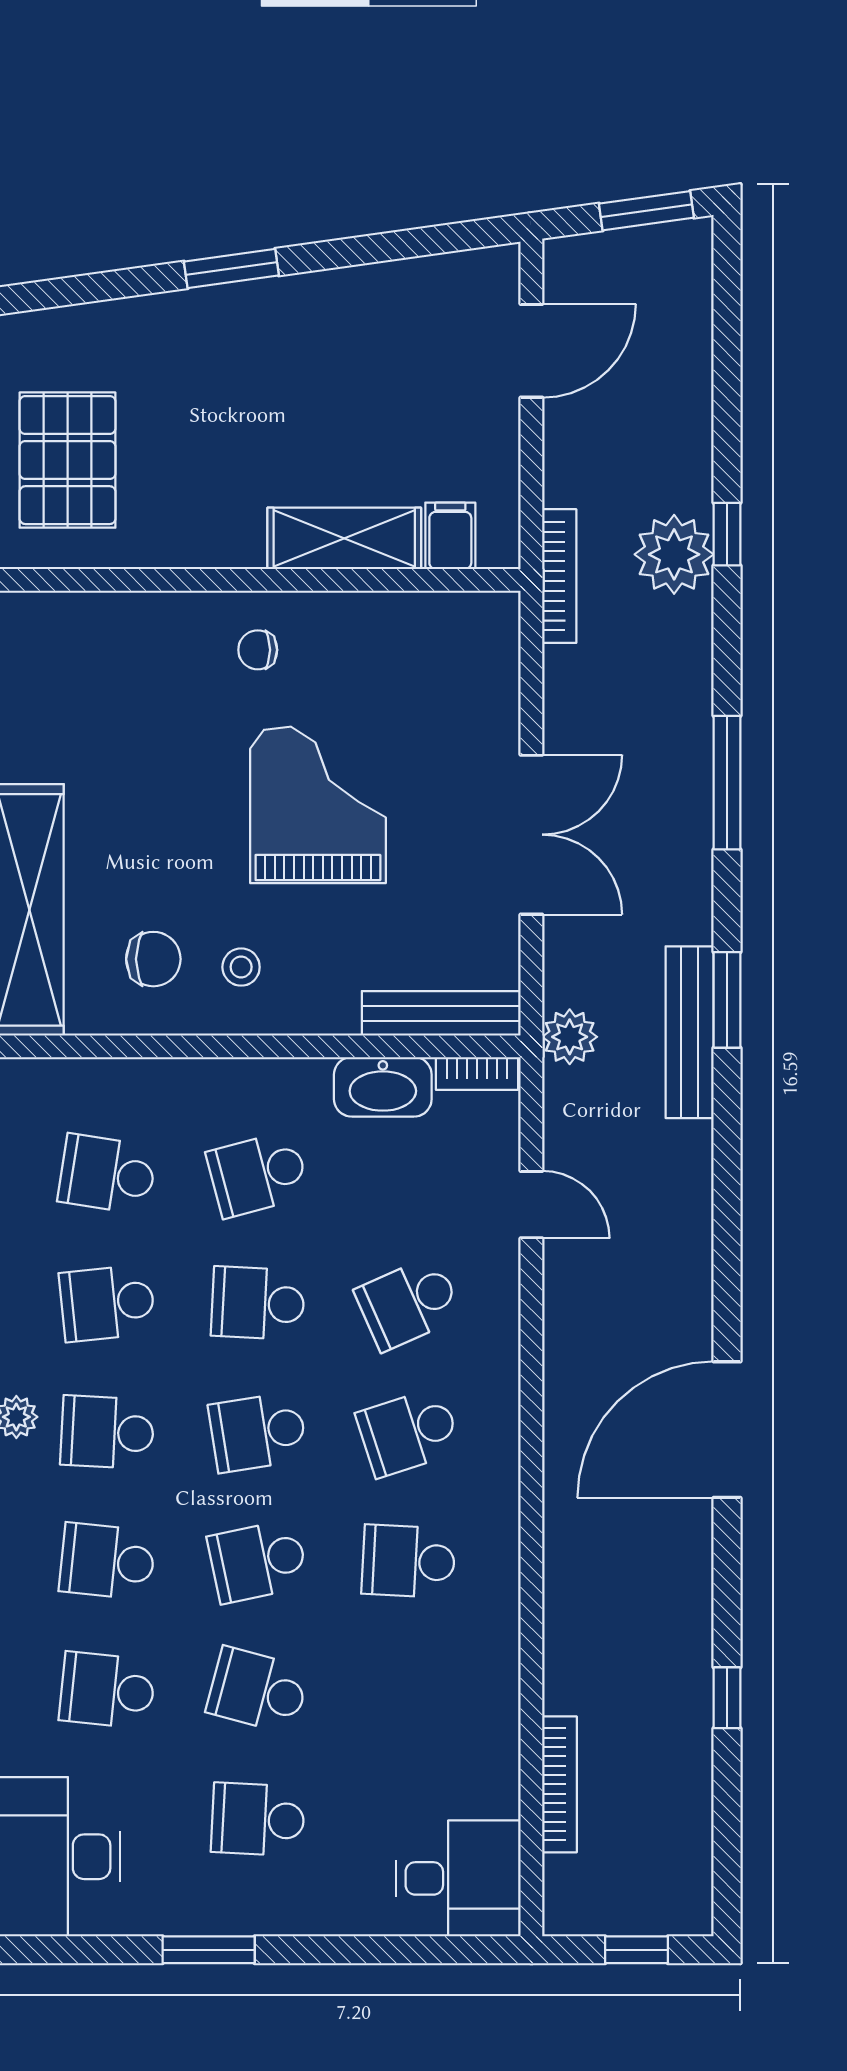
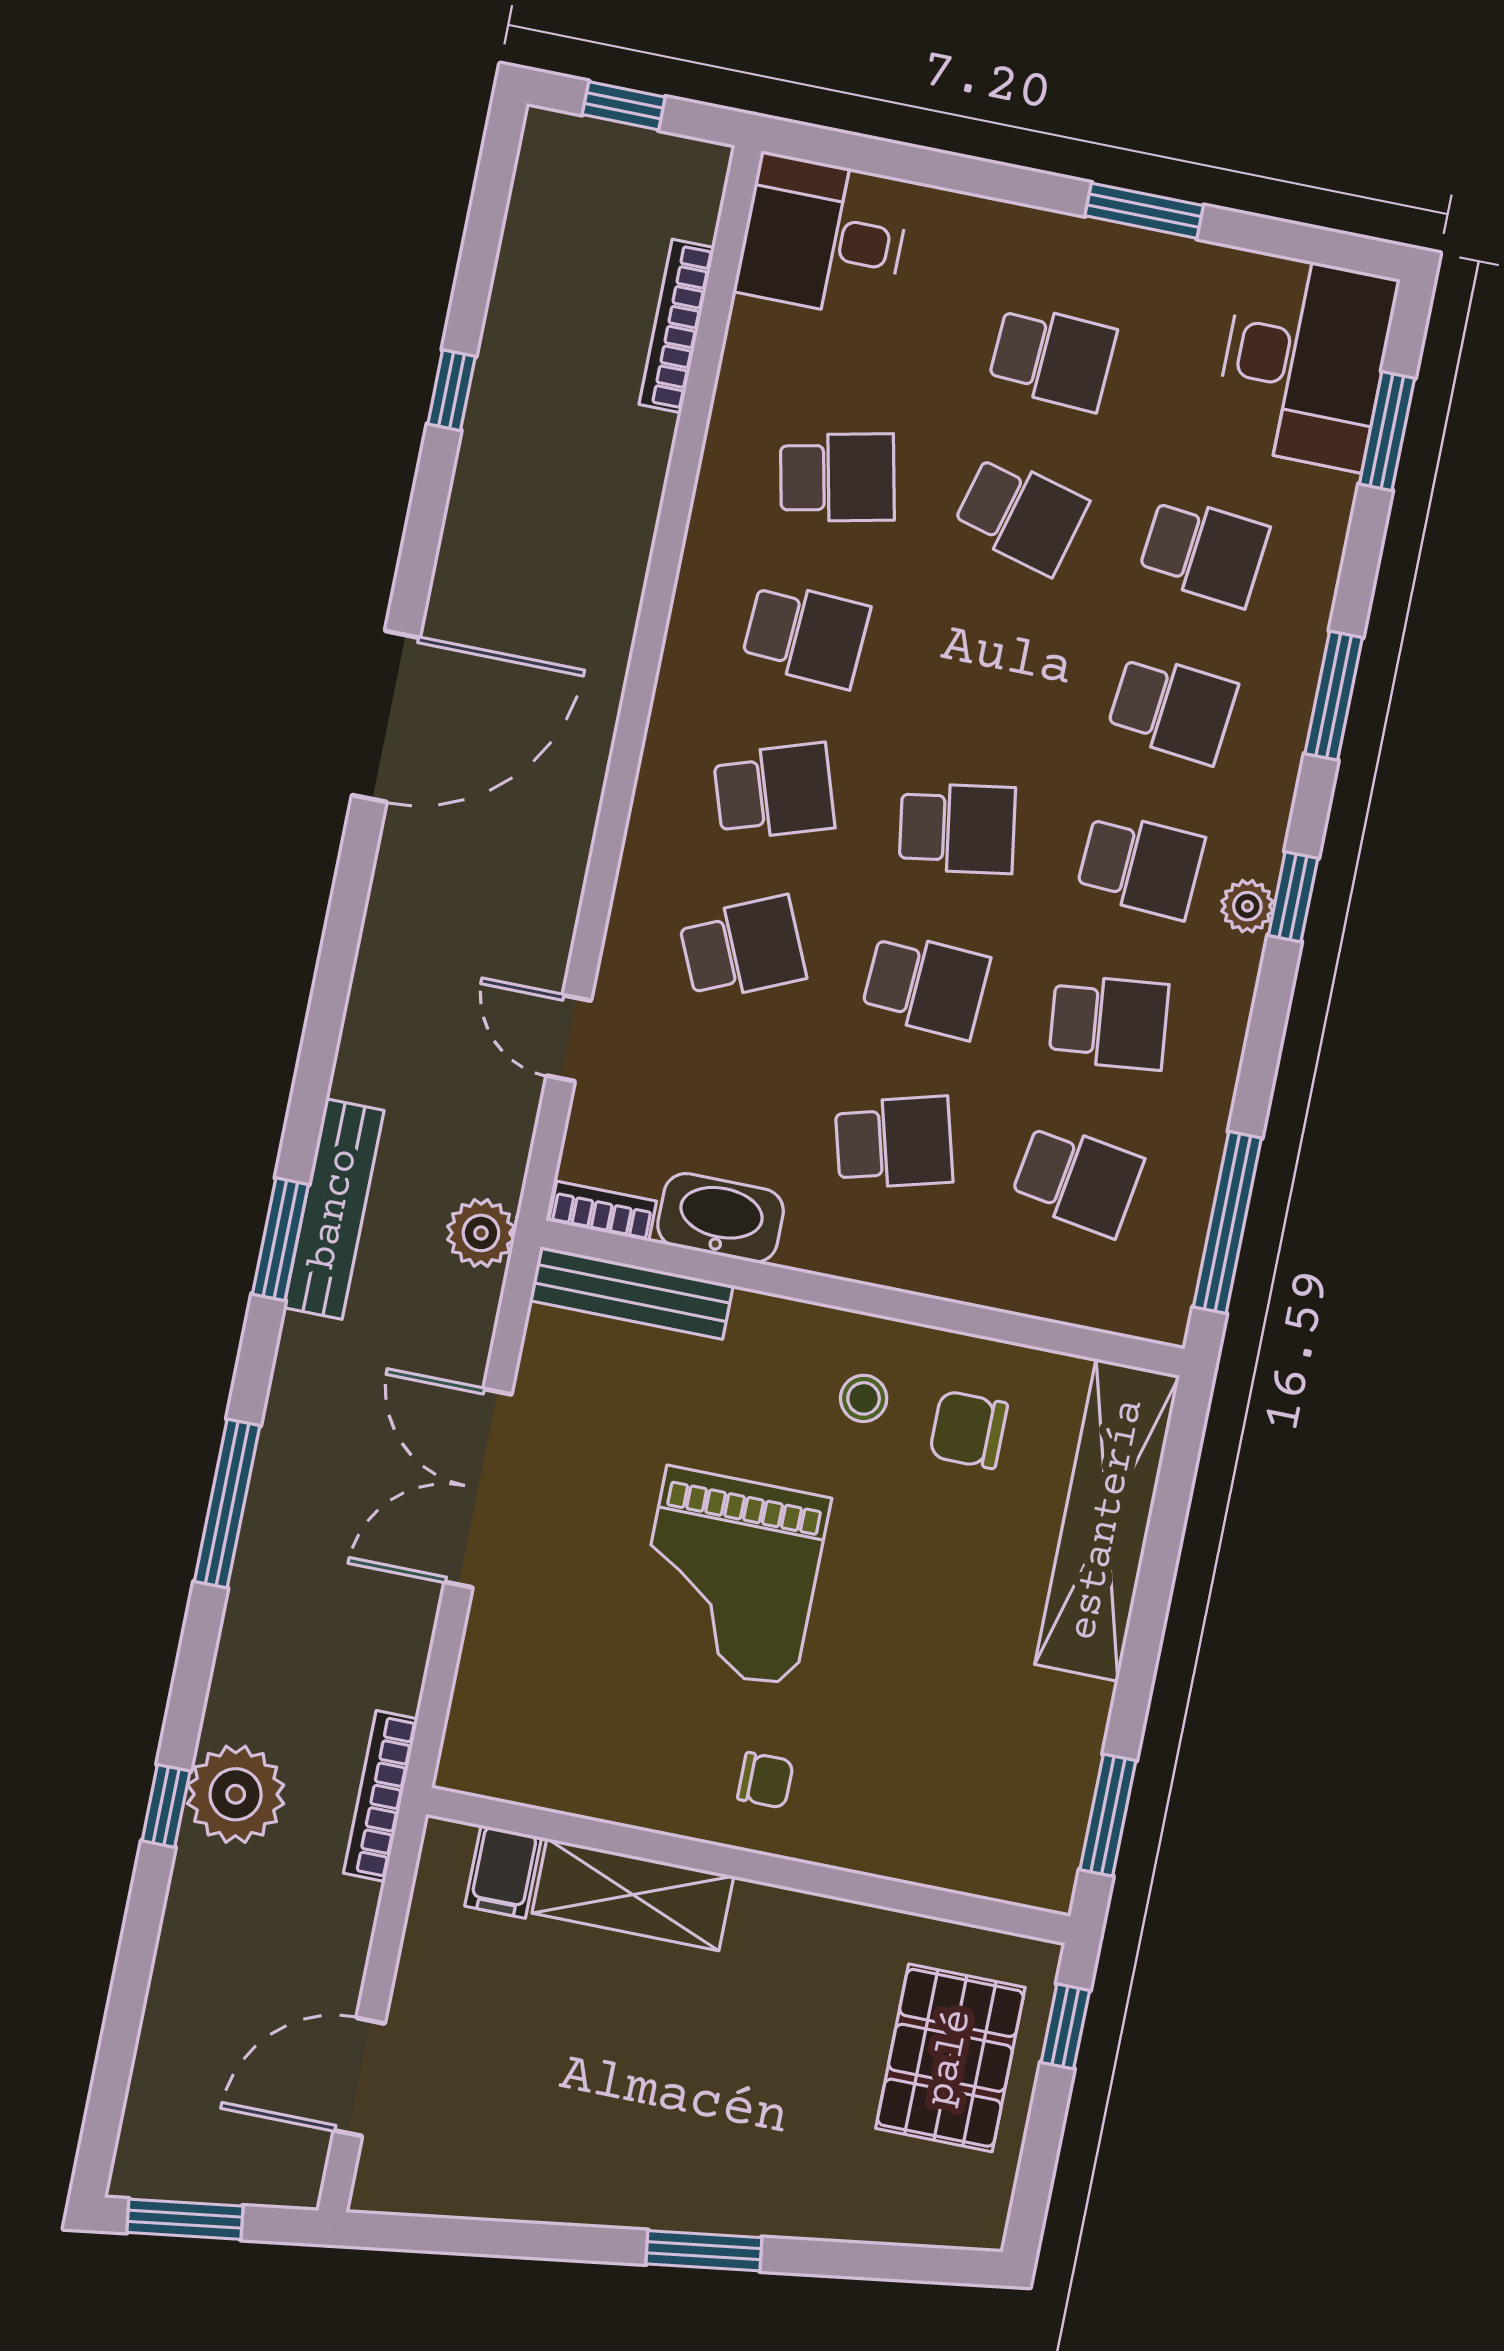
school desk: (258, 1561) -> (837, 477), moved

